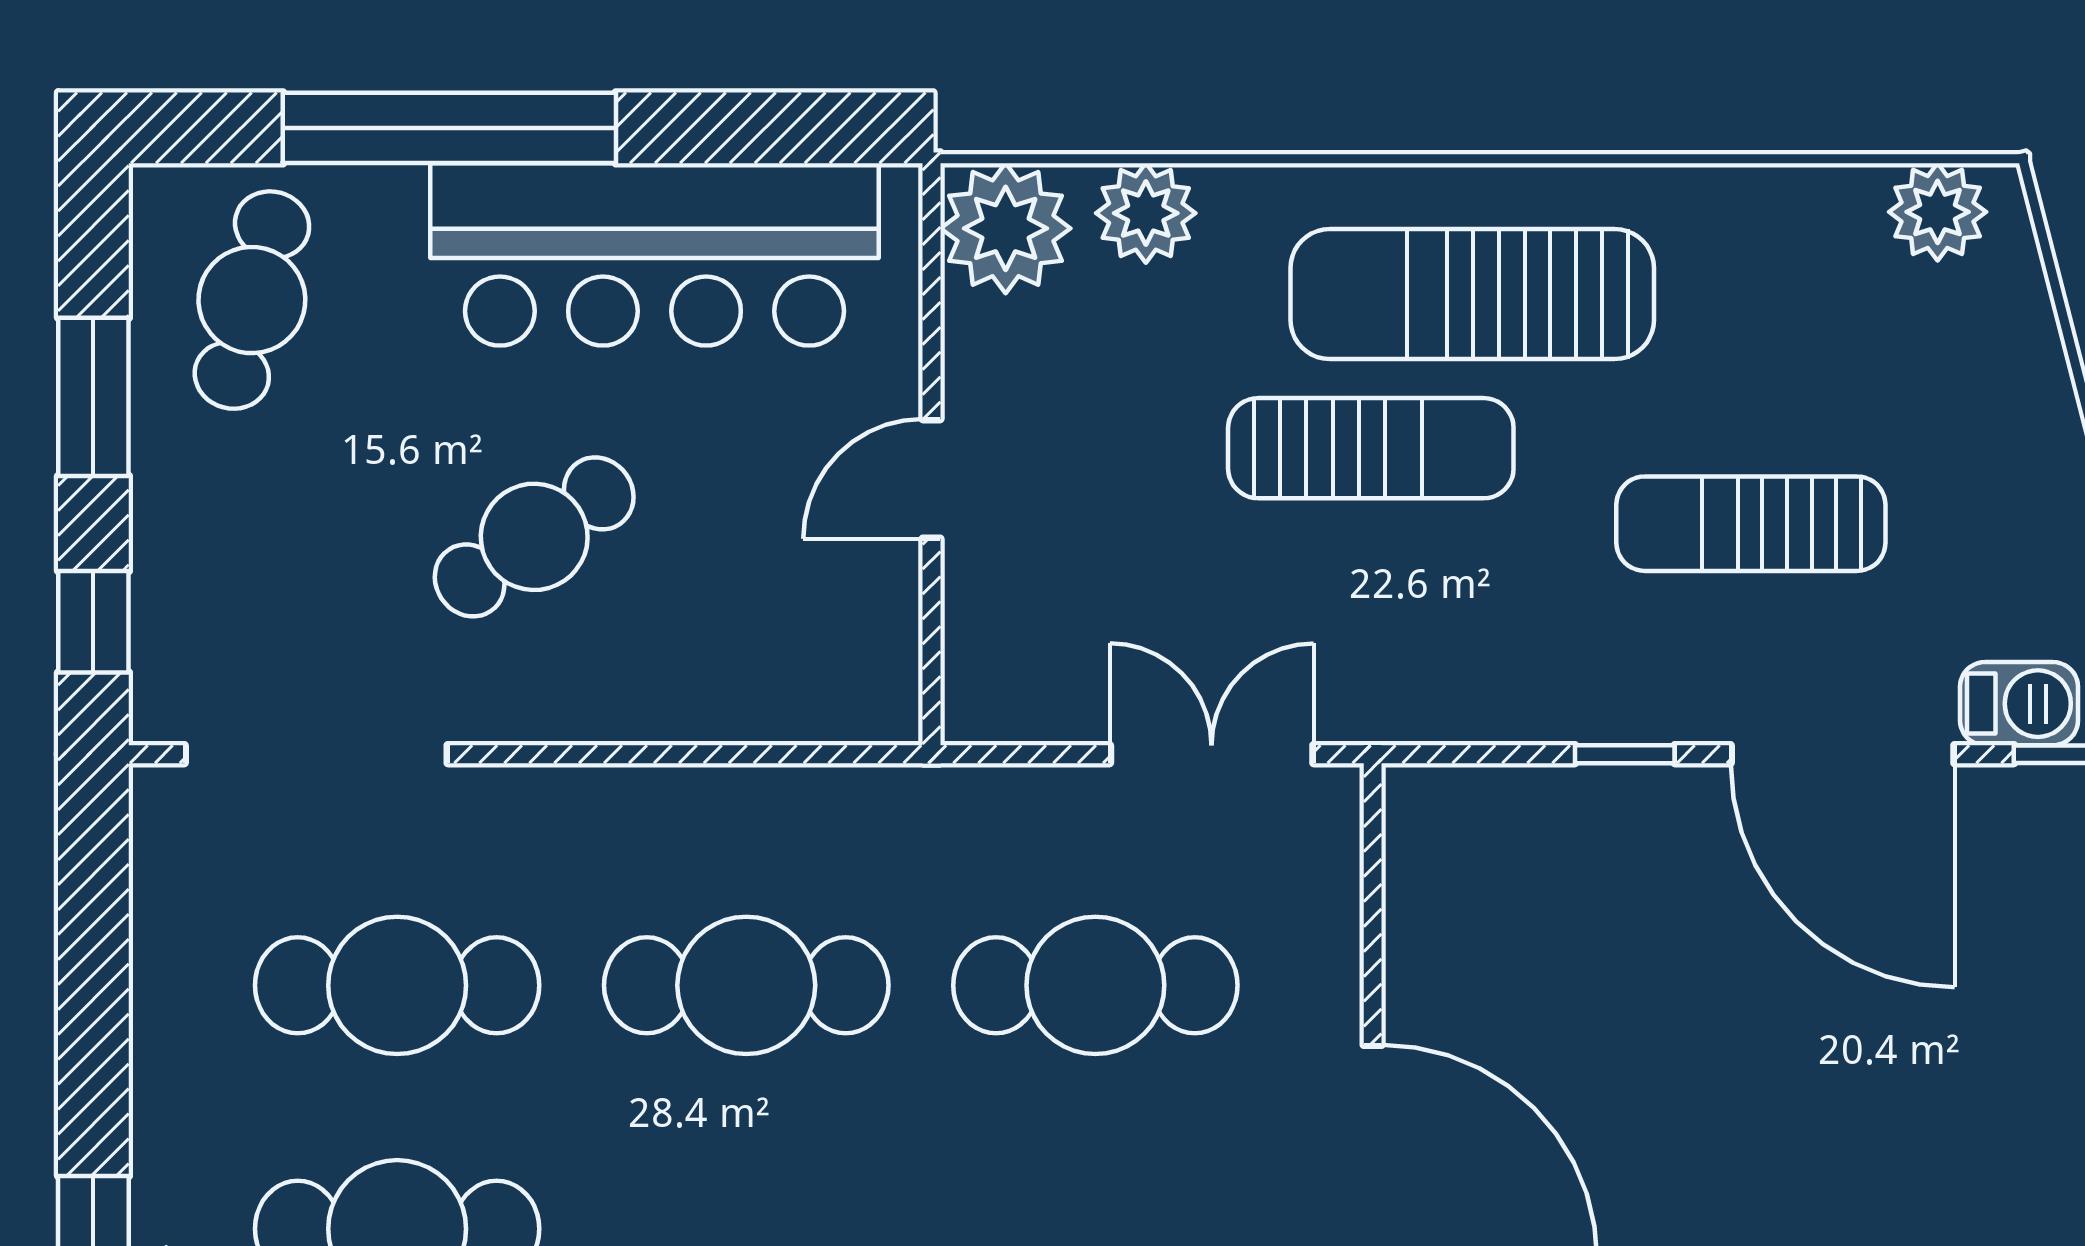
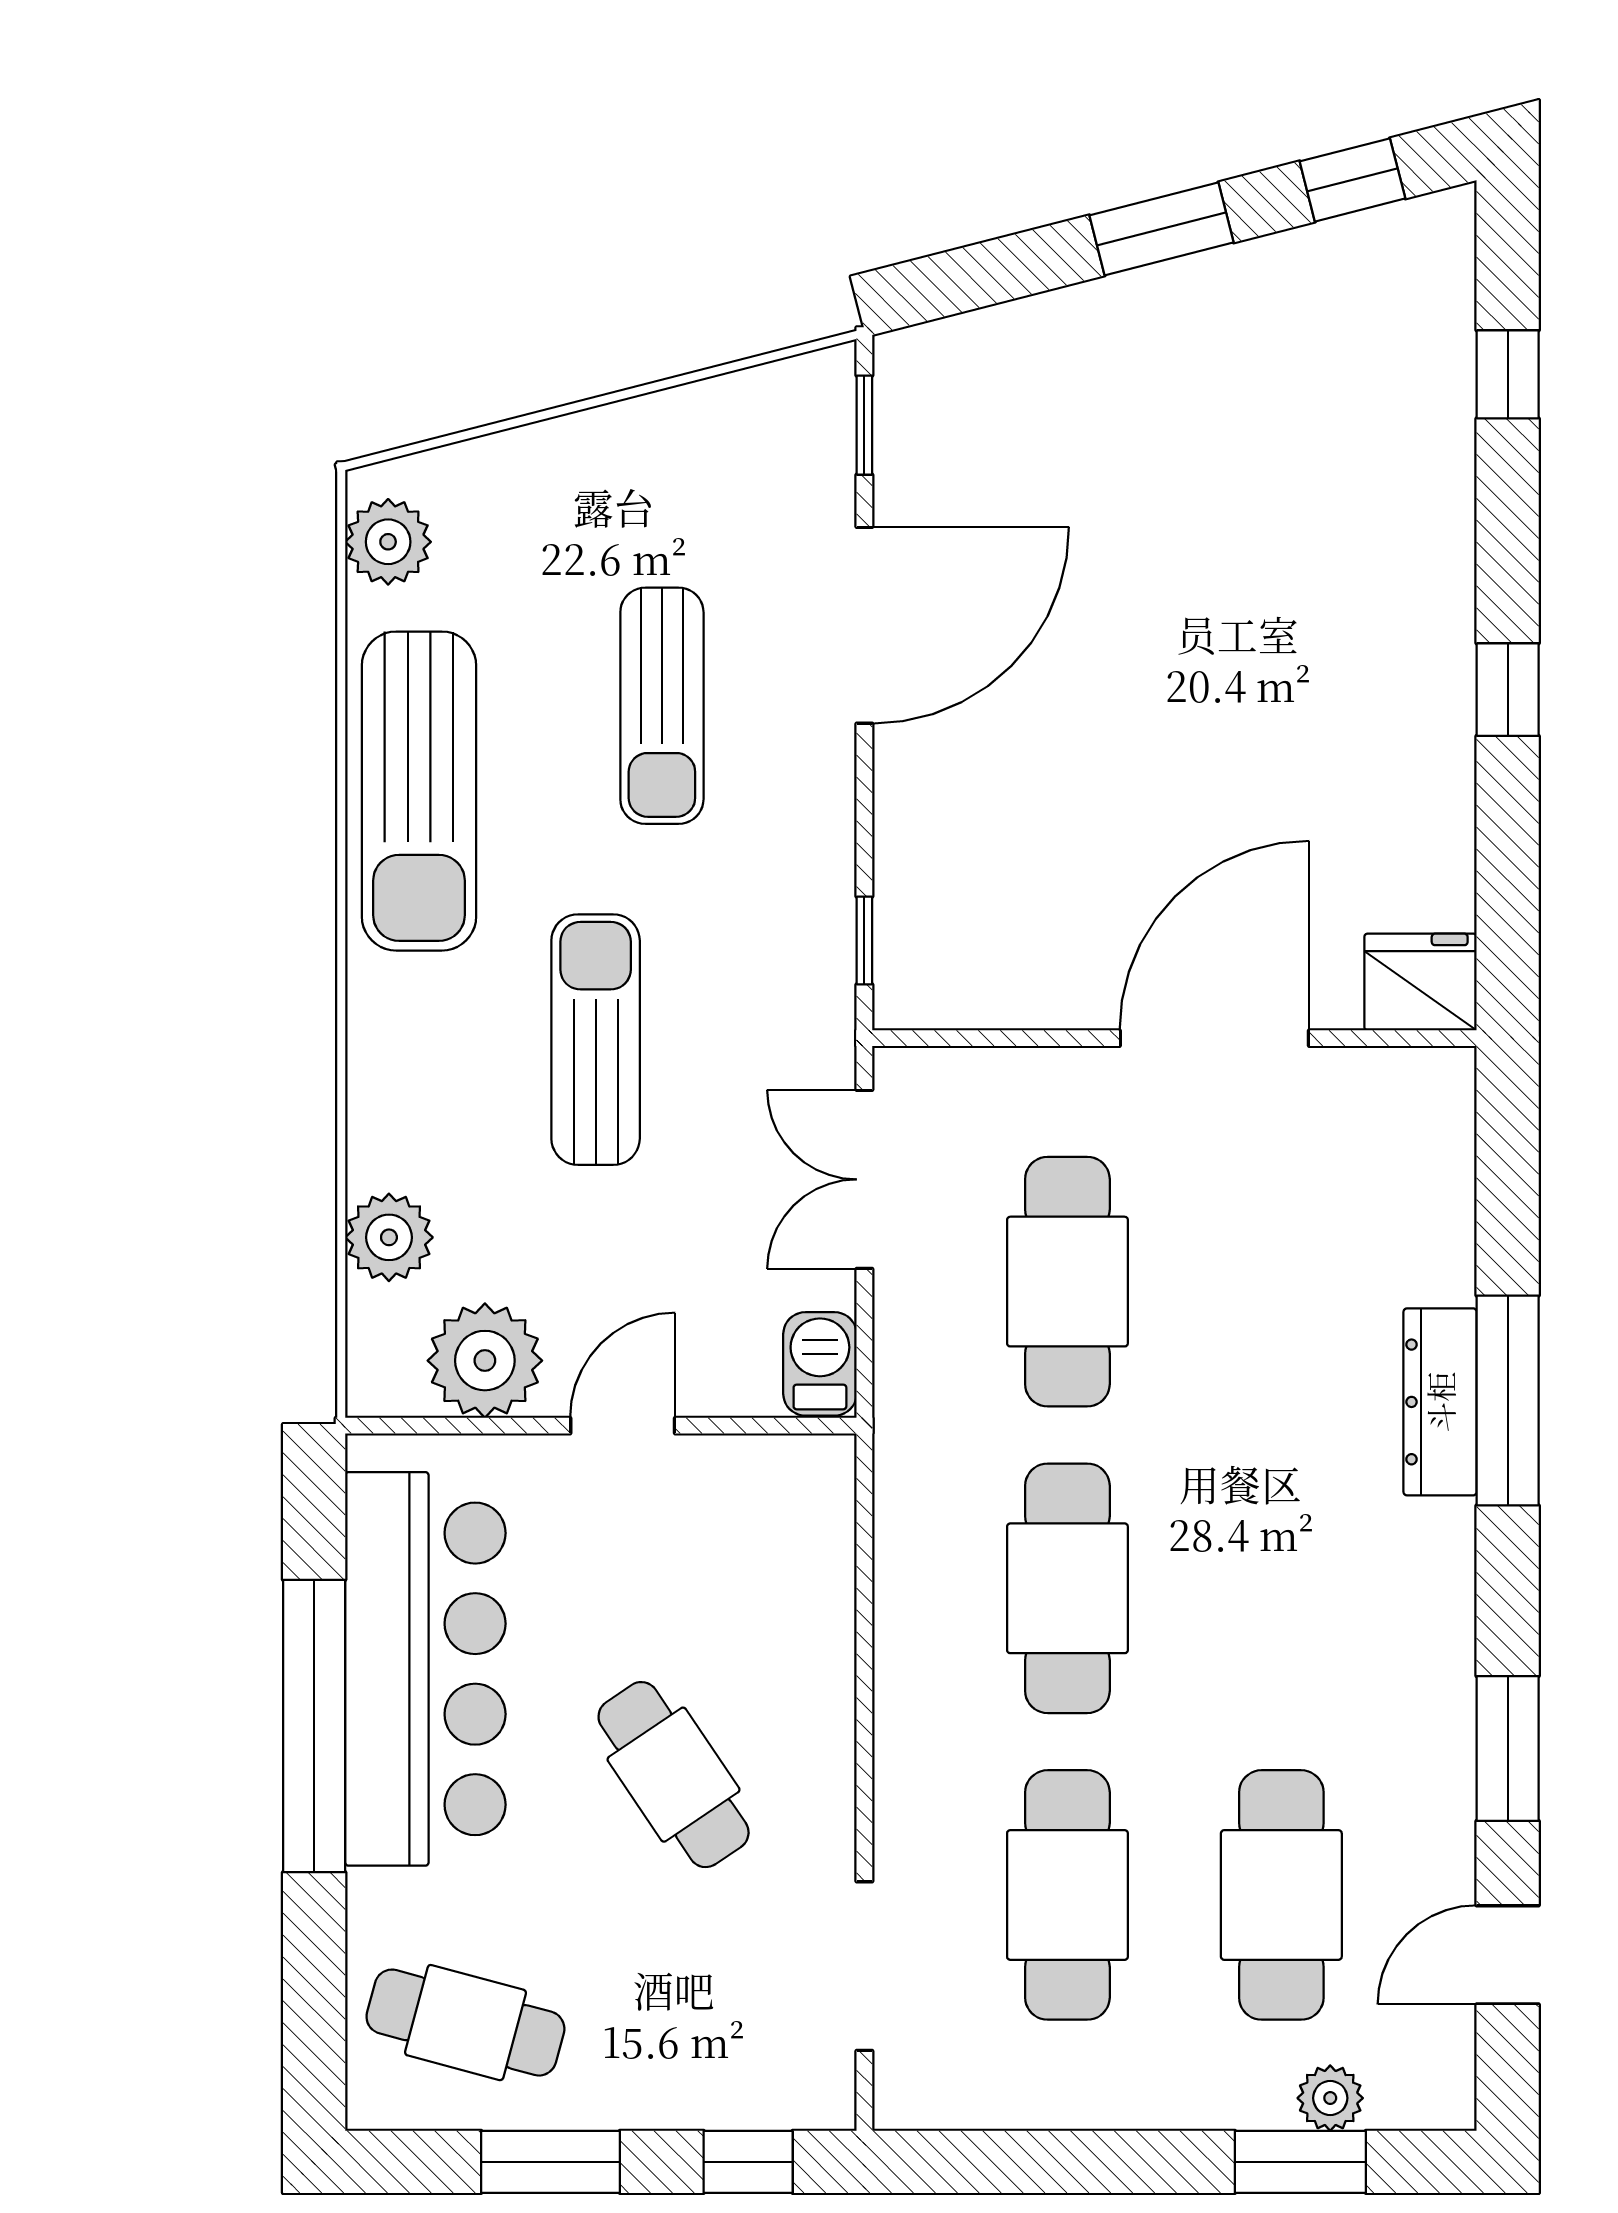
window: (449, 128) -> (314, 1726), moved
plant: (1006, 228) -> (485, 1361), moved
sun lounger: (1472, 294) -> (419, 791), moved
door: (932, 479) -> (623, 1426), swing flipped
barbecue: (2019, 704) -> (820, 1364), moved
doorway: (316, 754) -> (864, 1966), width x0.73
window: (1625, 754) -> (864, 940), moved

